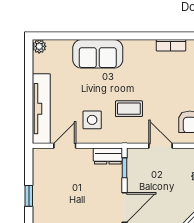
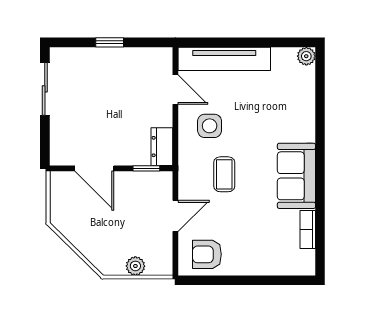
sofa: (98, 54) -> (296, 176), moved

